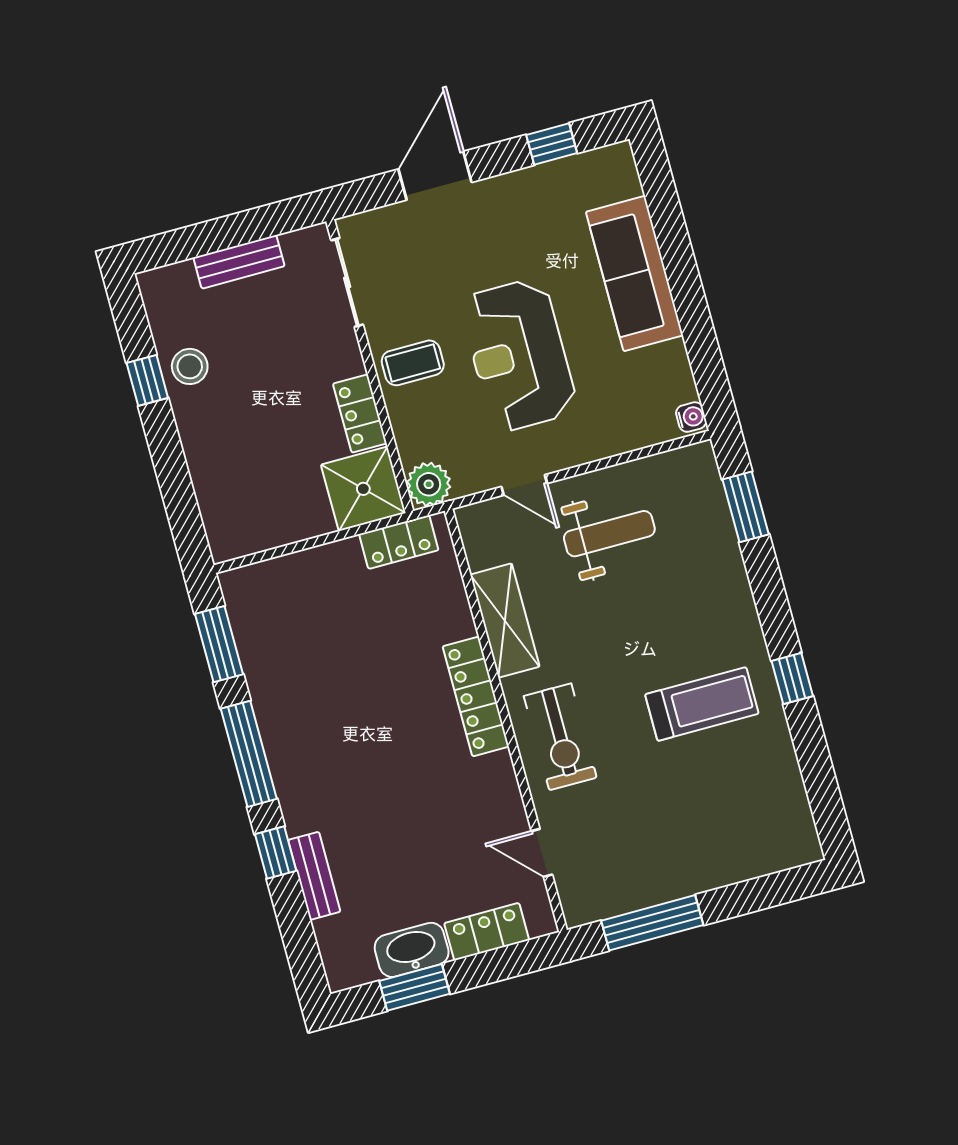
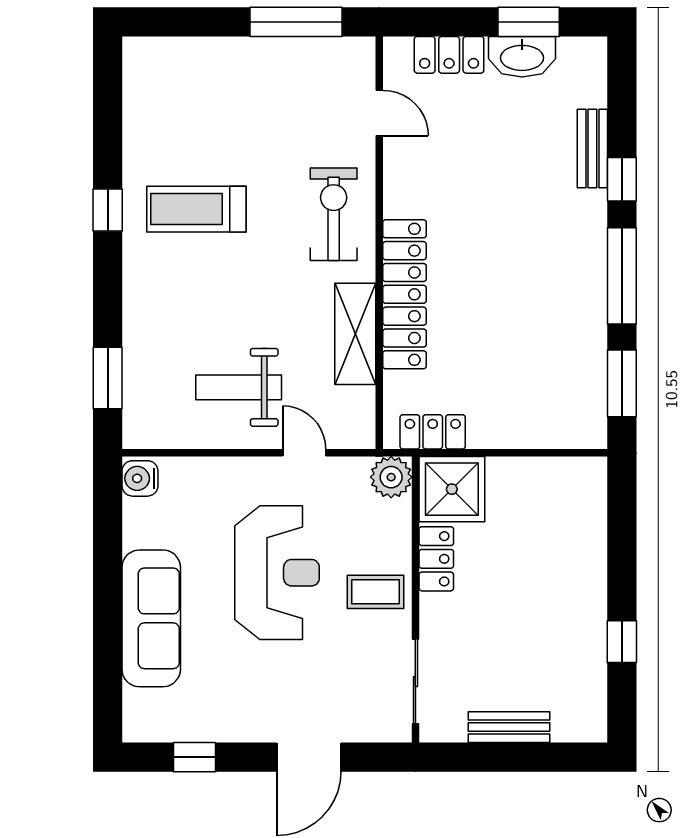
stool: (190, 366) -> (580, 644), removed
water cooler: (691, 417) -> (140, 478), width x1.38, depth x1.38
locker: (476, 696) -> (404, 294), width x1.41, depth x1.21

